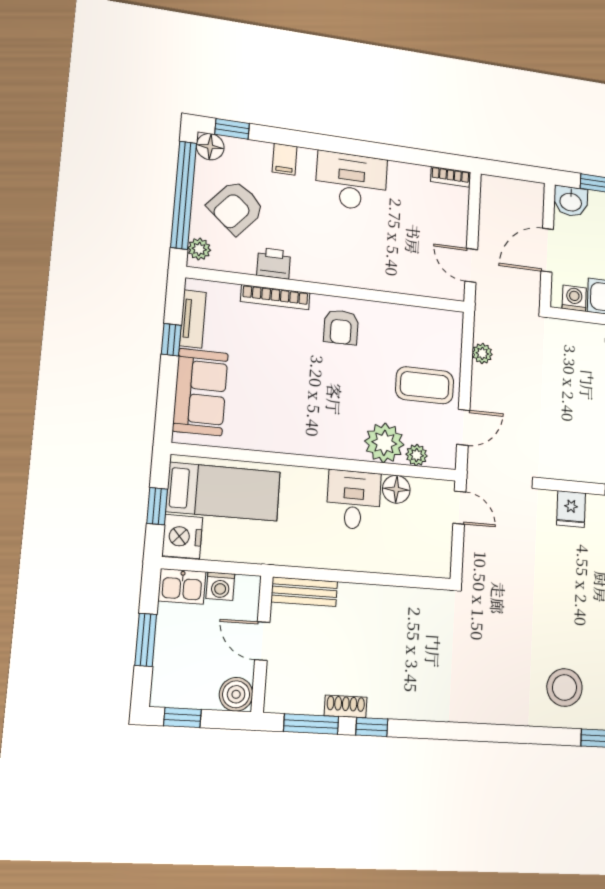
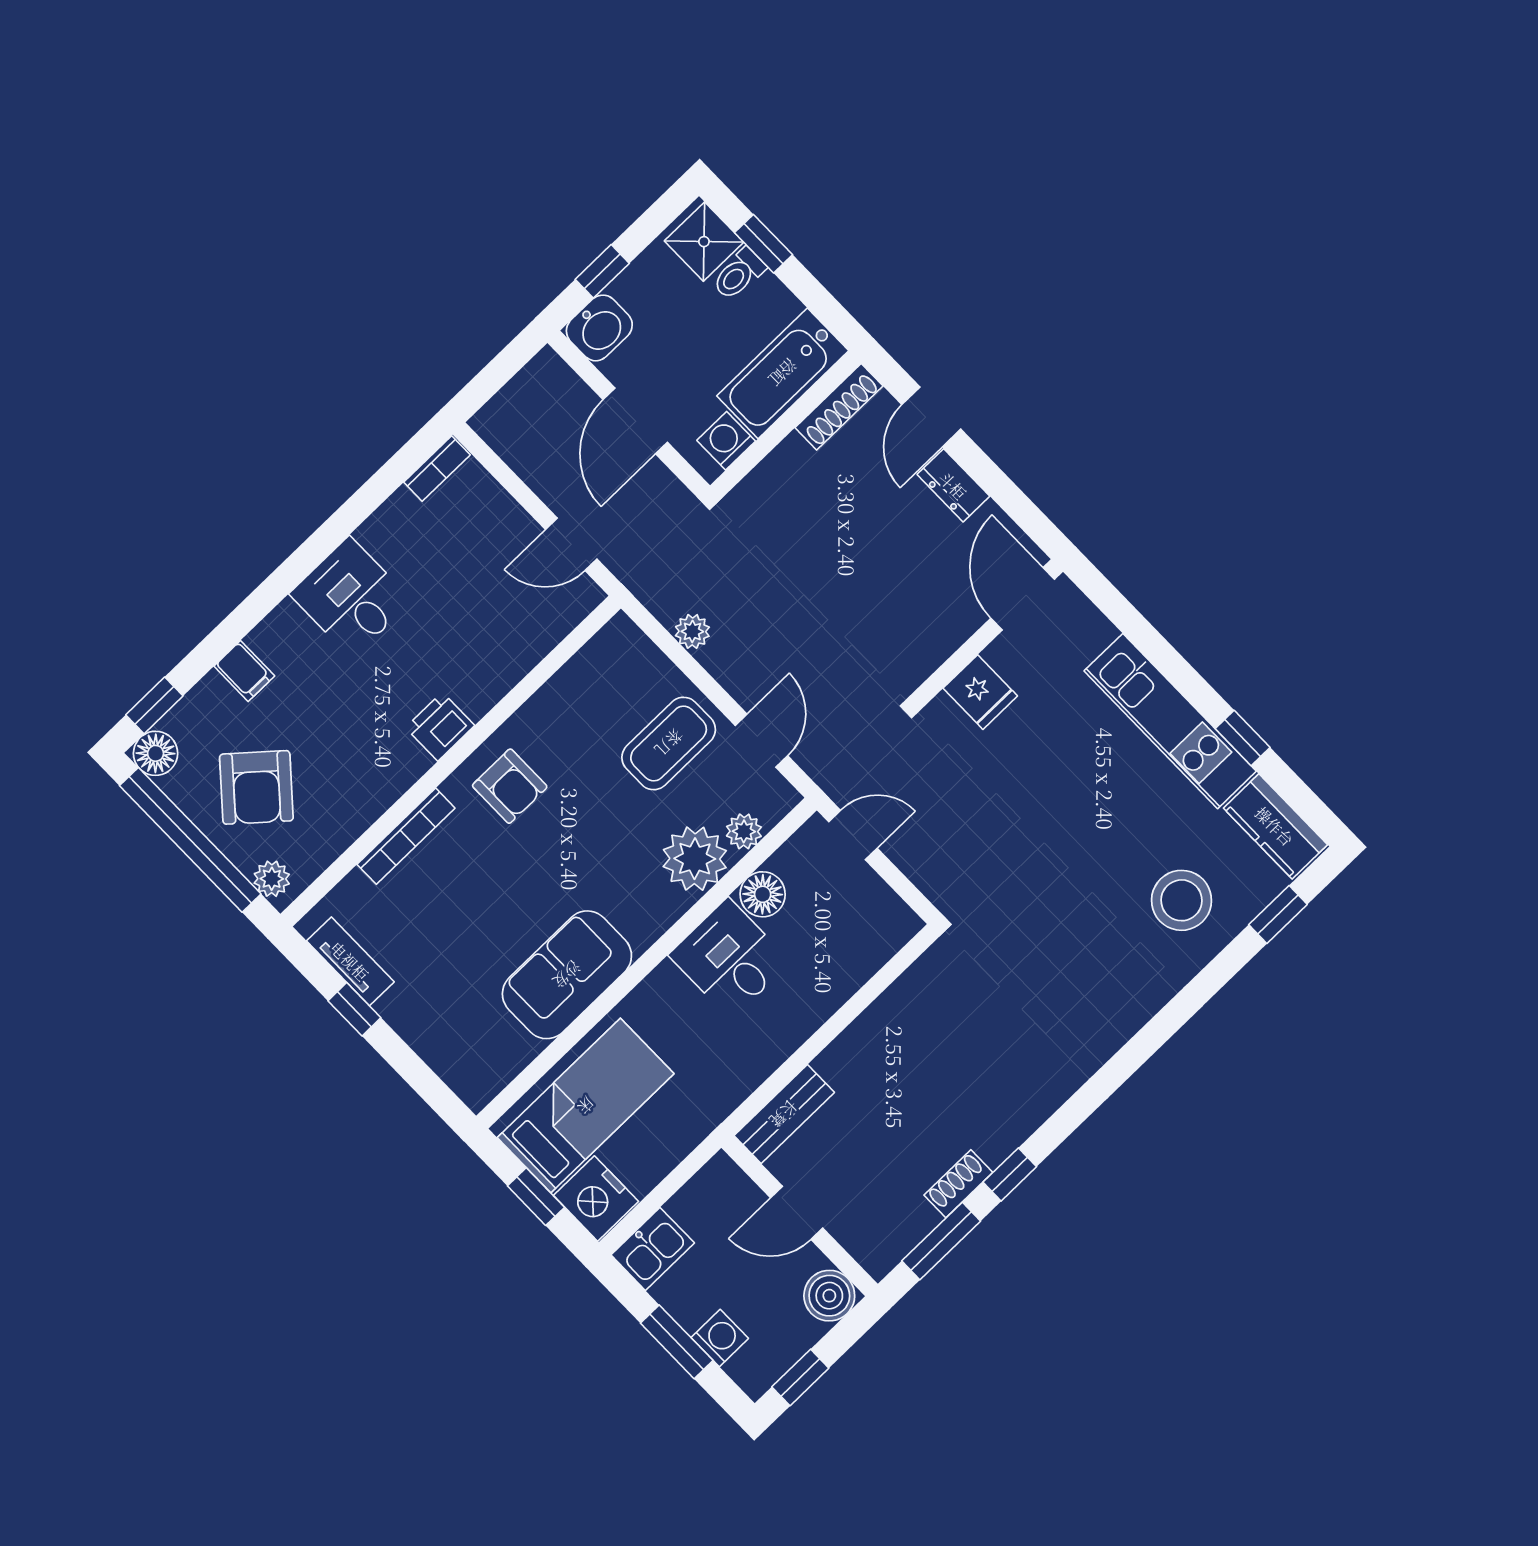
desk: (351, 181) -> (351, 597), width x0.73
printer: (274, 263) -> (440, 727), moved
sofa: (200, 392) -> (567, 975), moved, turned -90
washing machine: (220, 586) -> (720, 1338), moved, turned -90

